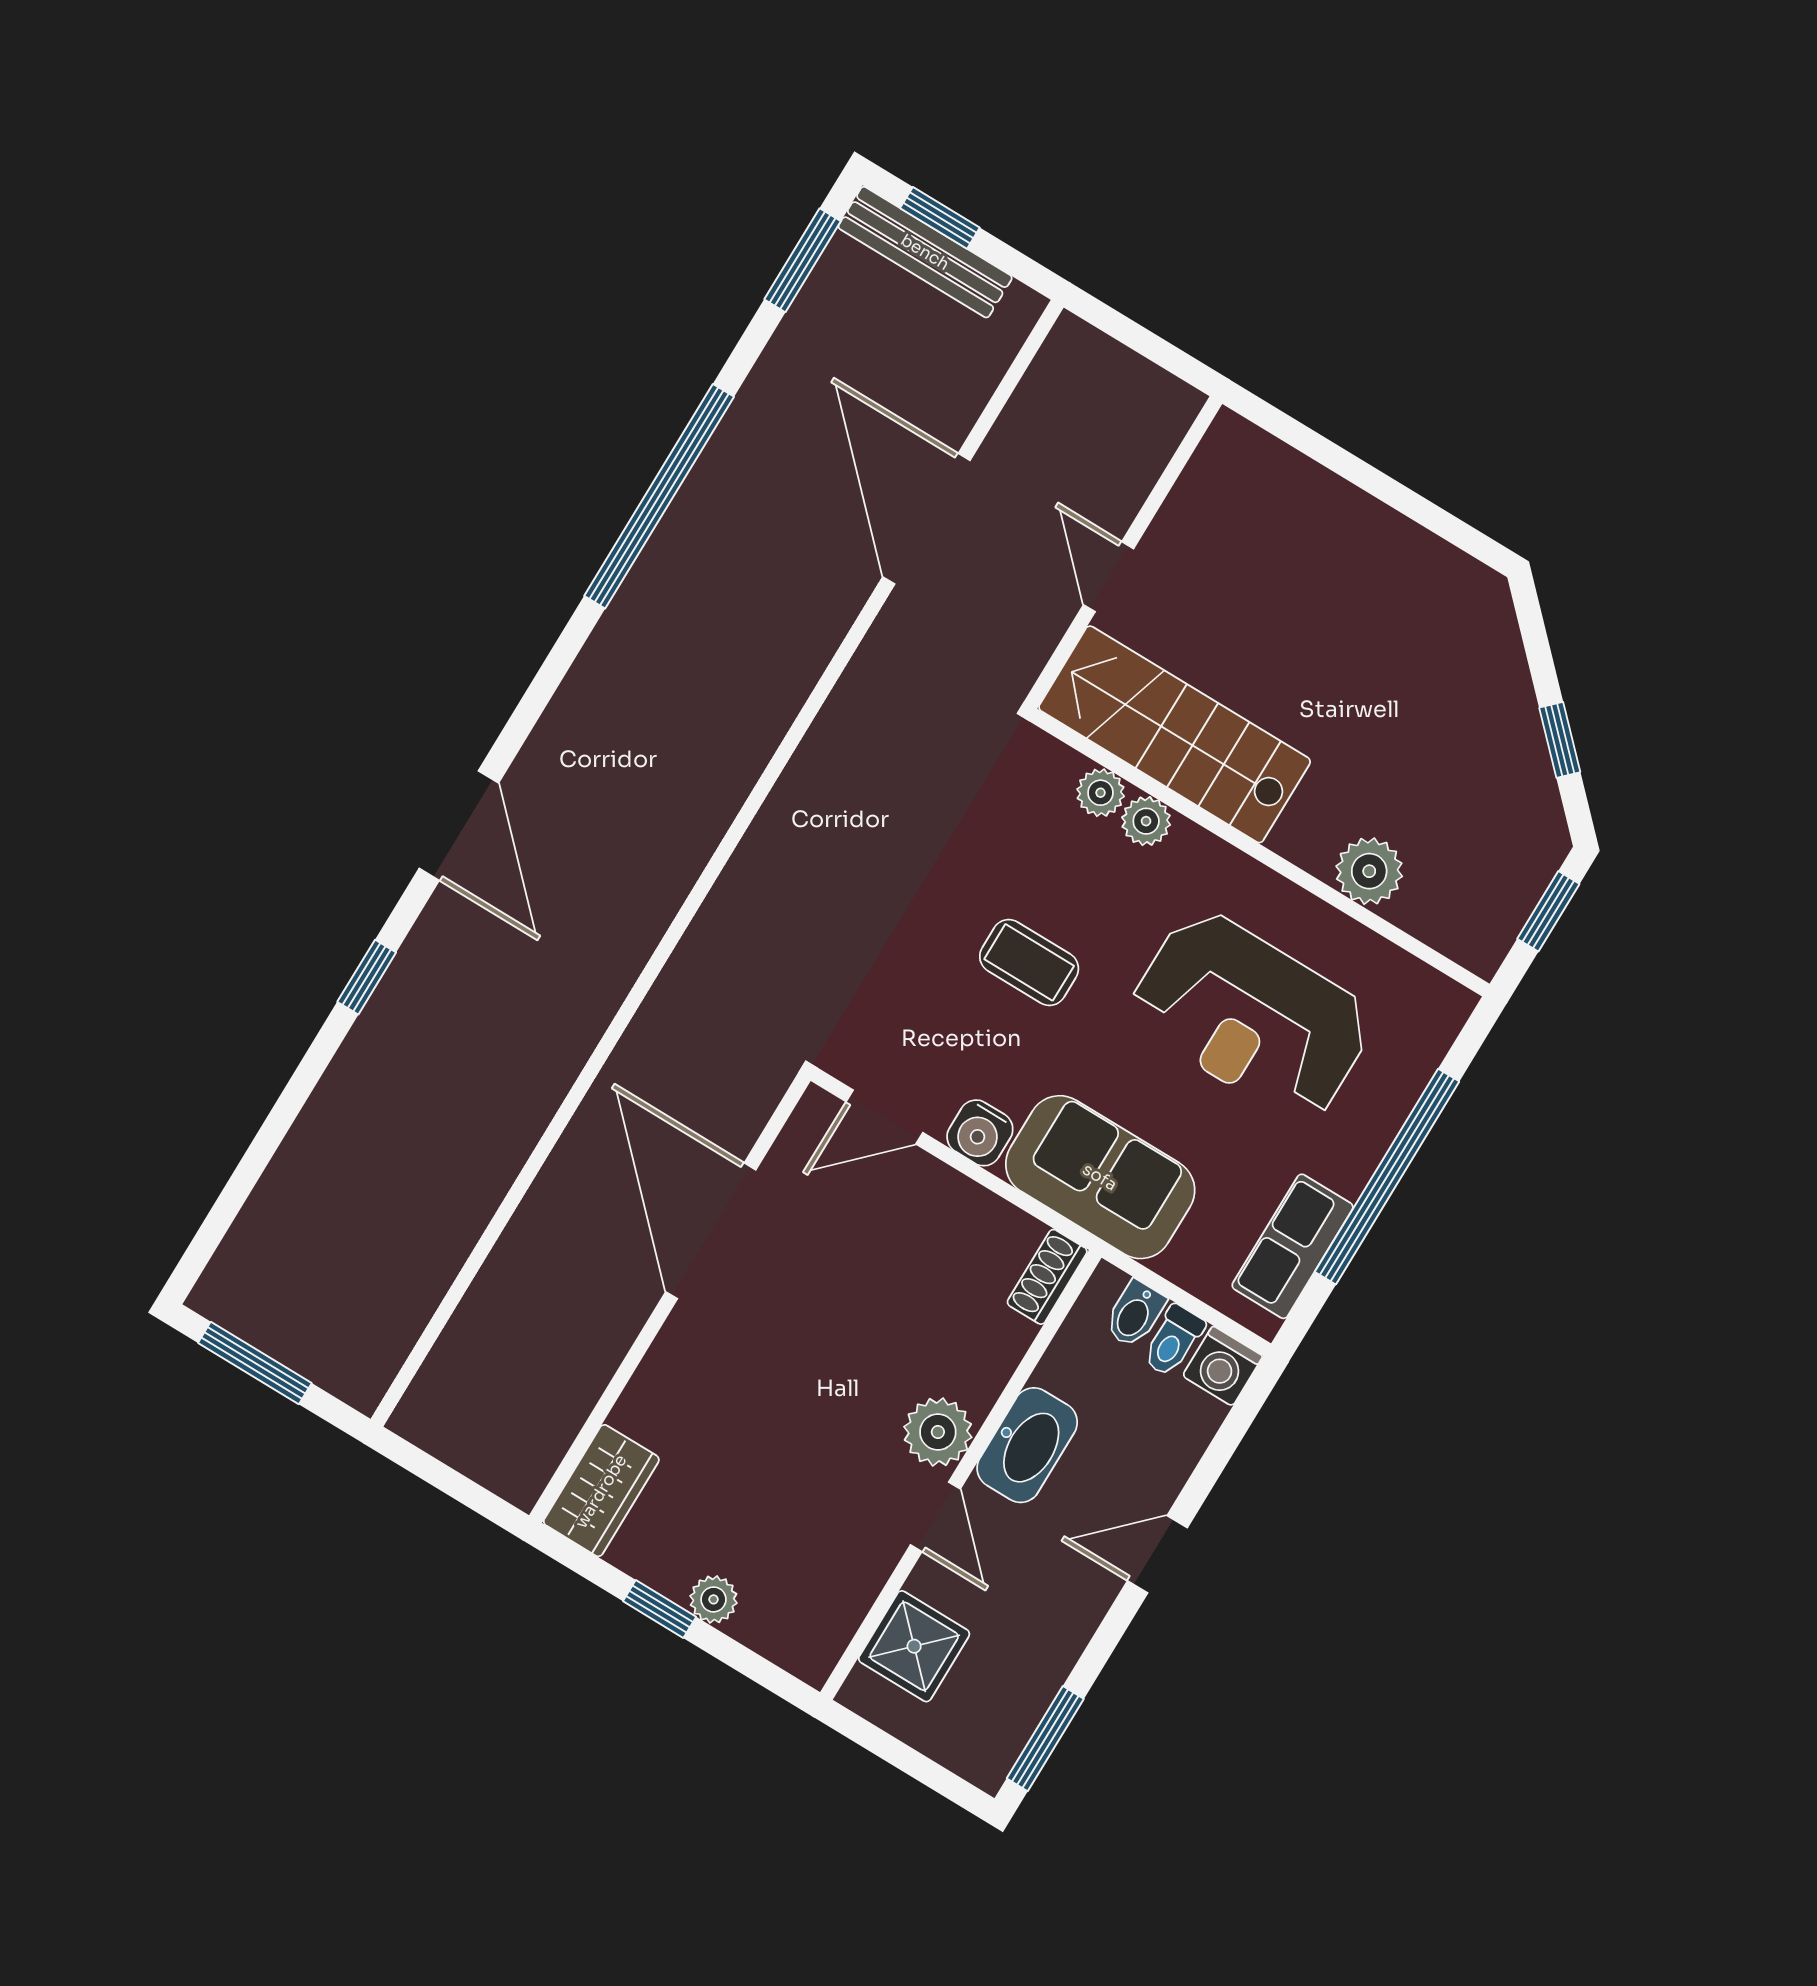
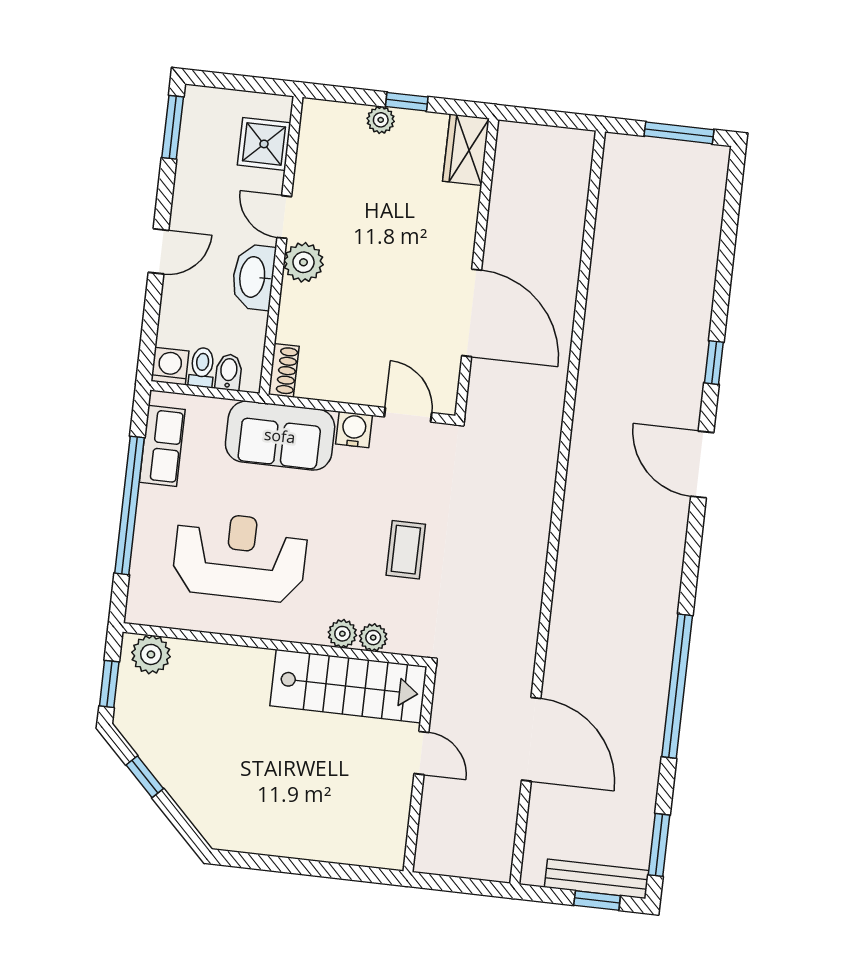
plant: (1369, 871) -> (151, 654), moved
coffee table: (1029, 962) -> (406, 550), moved, turned 90
door: (884, 1117) -> (408, 415), hinge flipped

